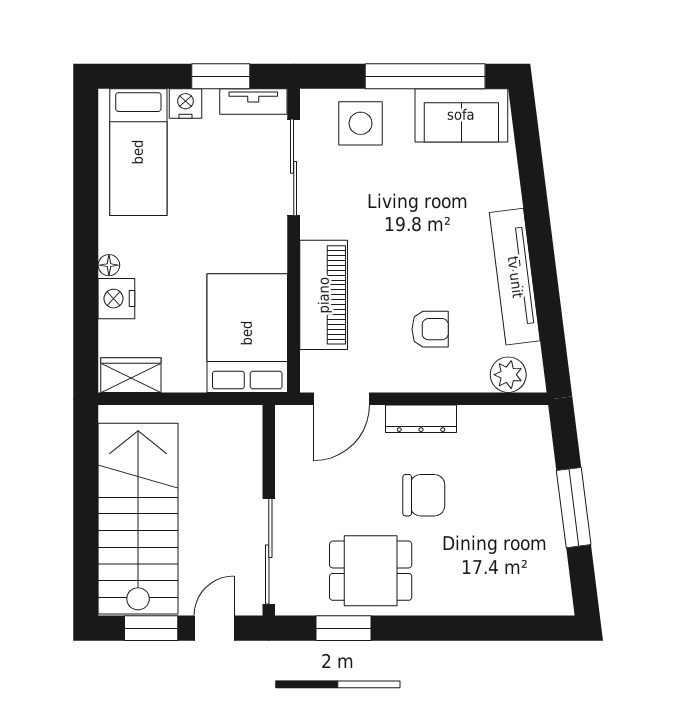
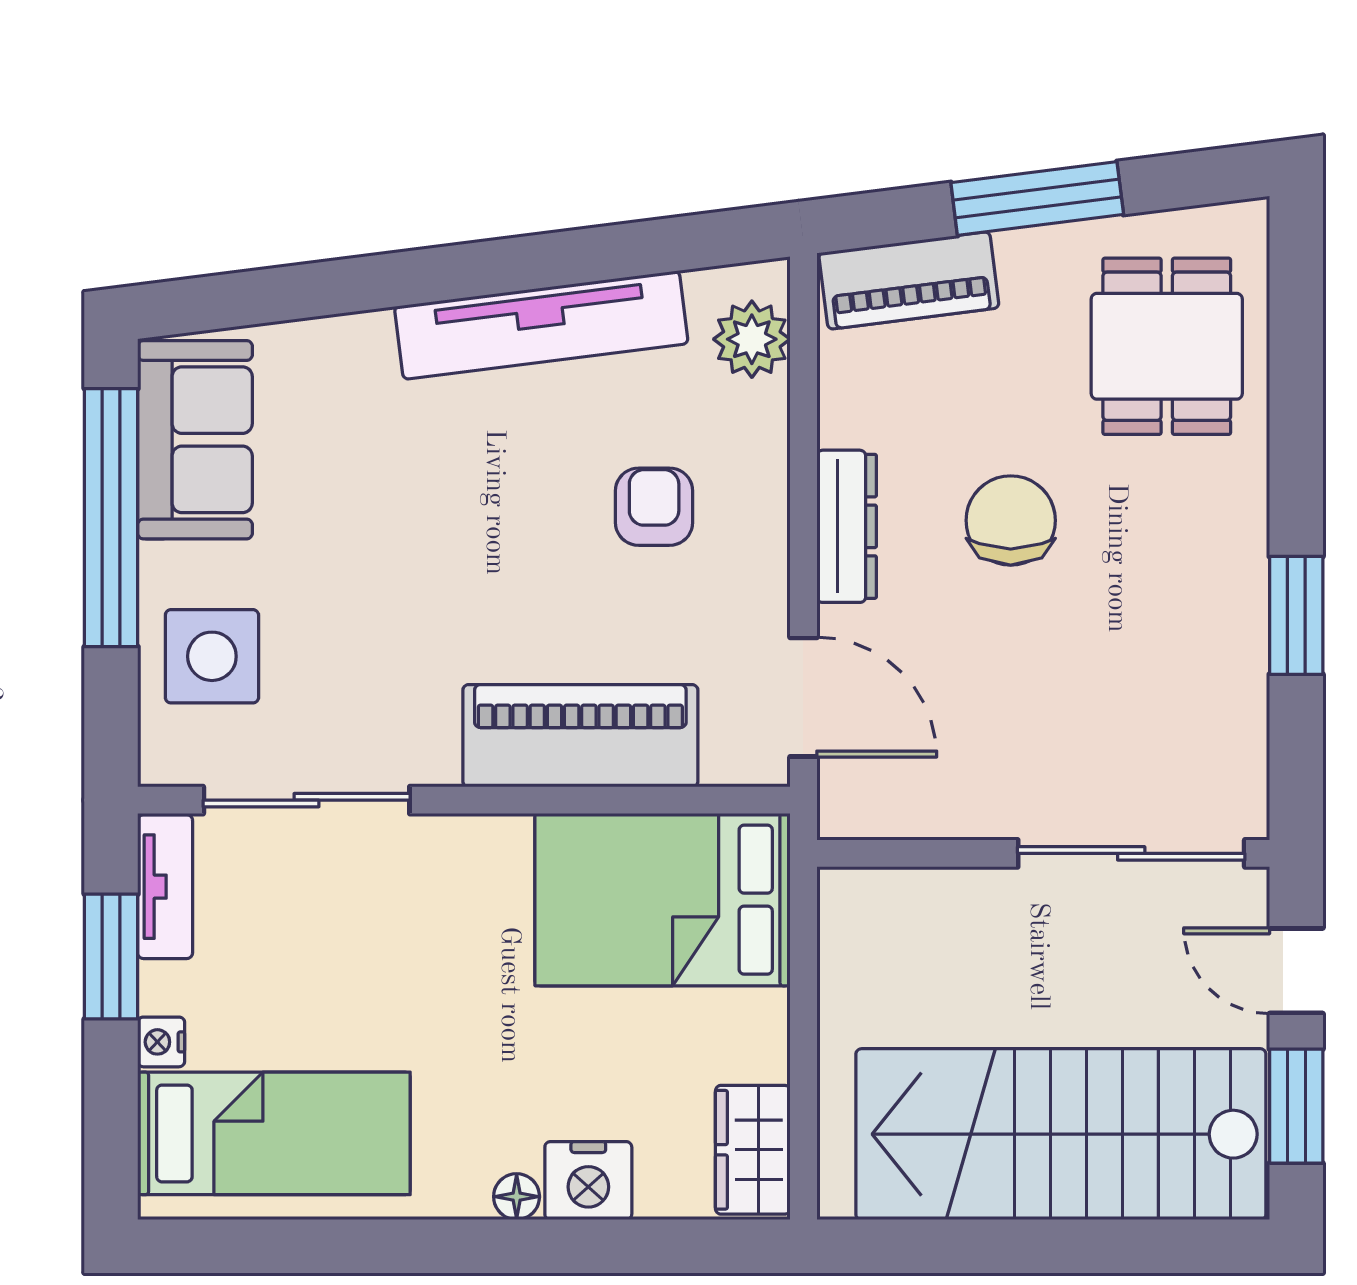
nightstand: (185, 104) -> (161, 1042), width x0.72, depth x0.74
piano: (536, 448) -> (909, 280), added
dining table: (371, 571) -> (1167, 346), moved
window: (343, 628) -> (1296, 615), moved

